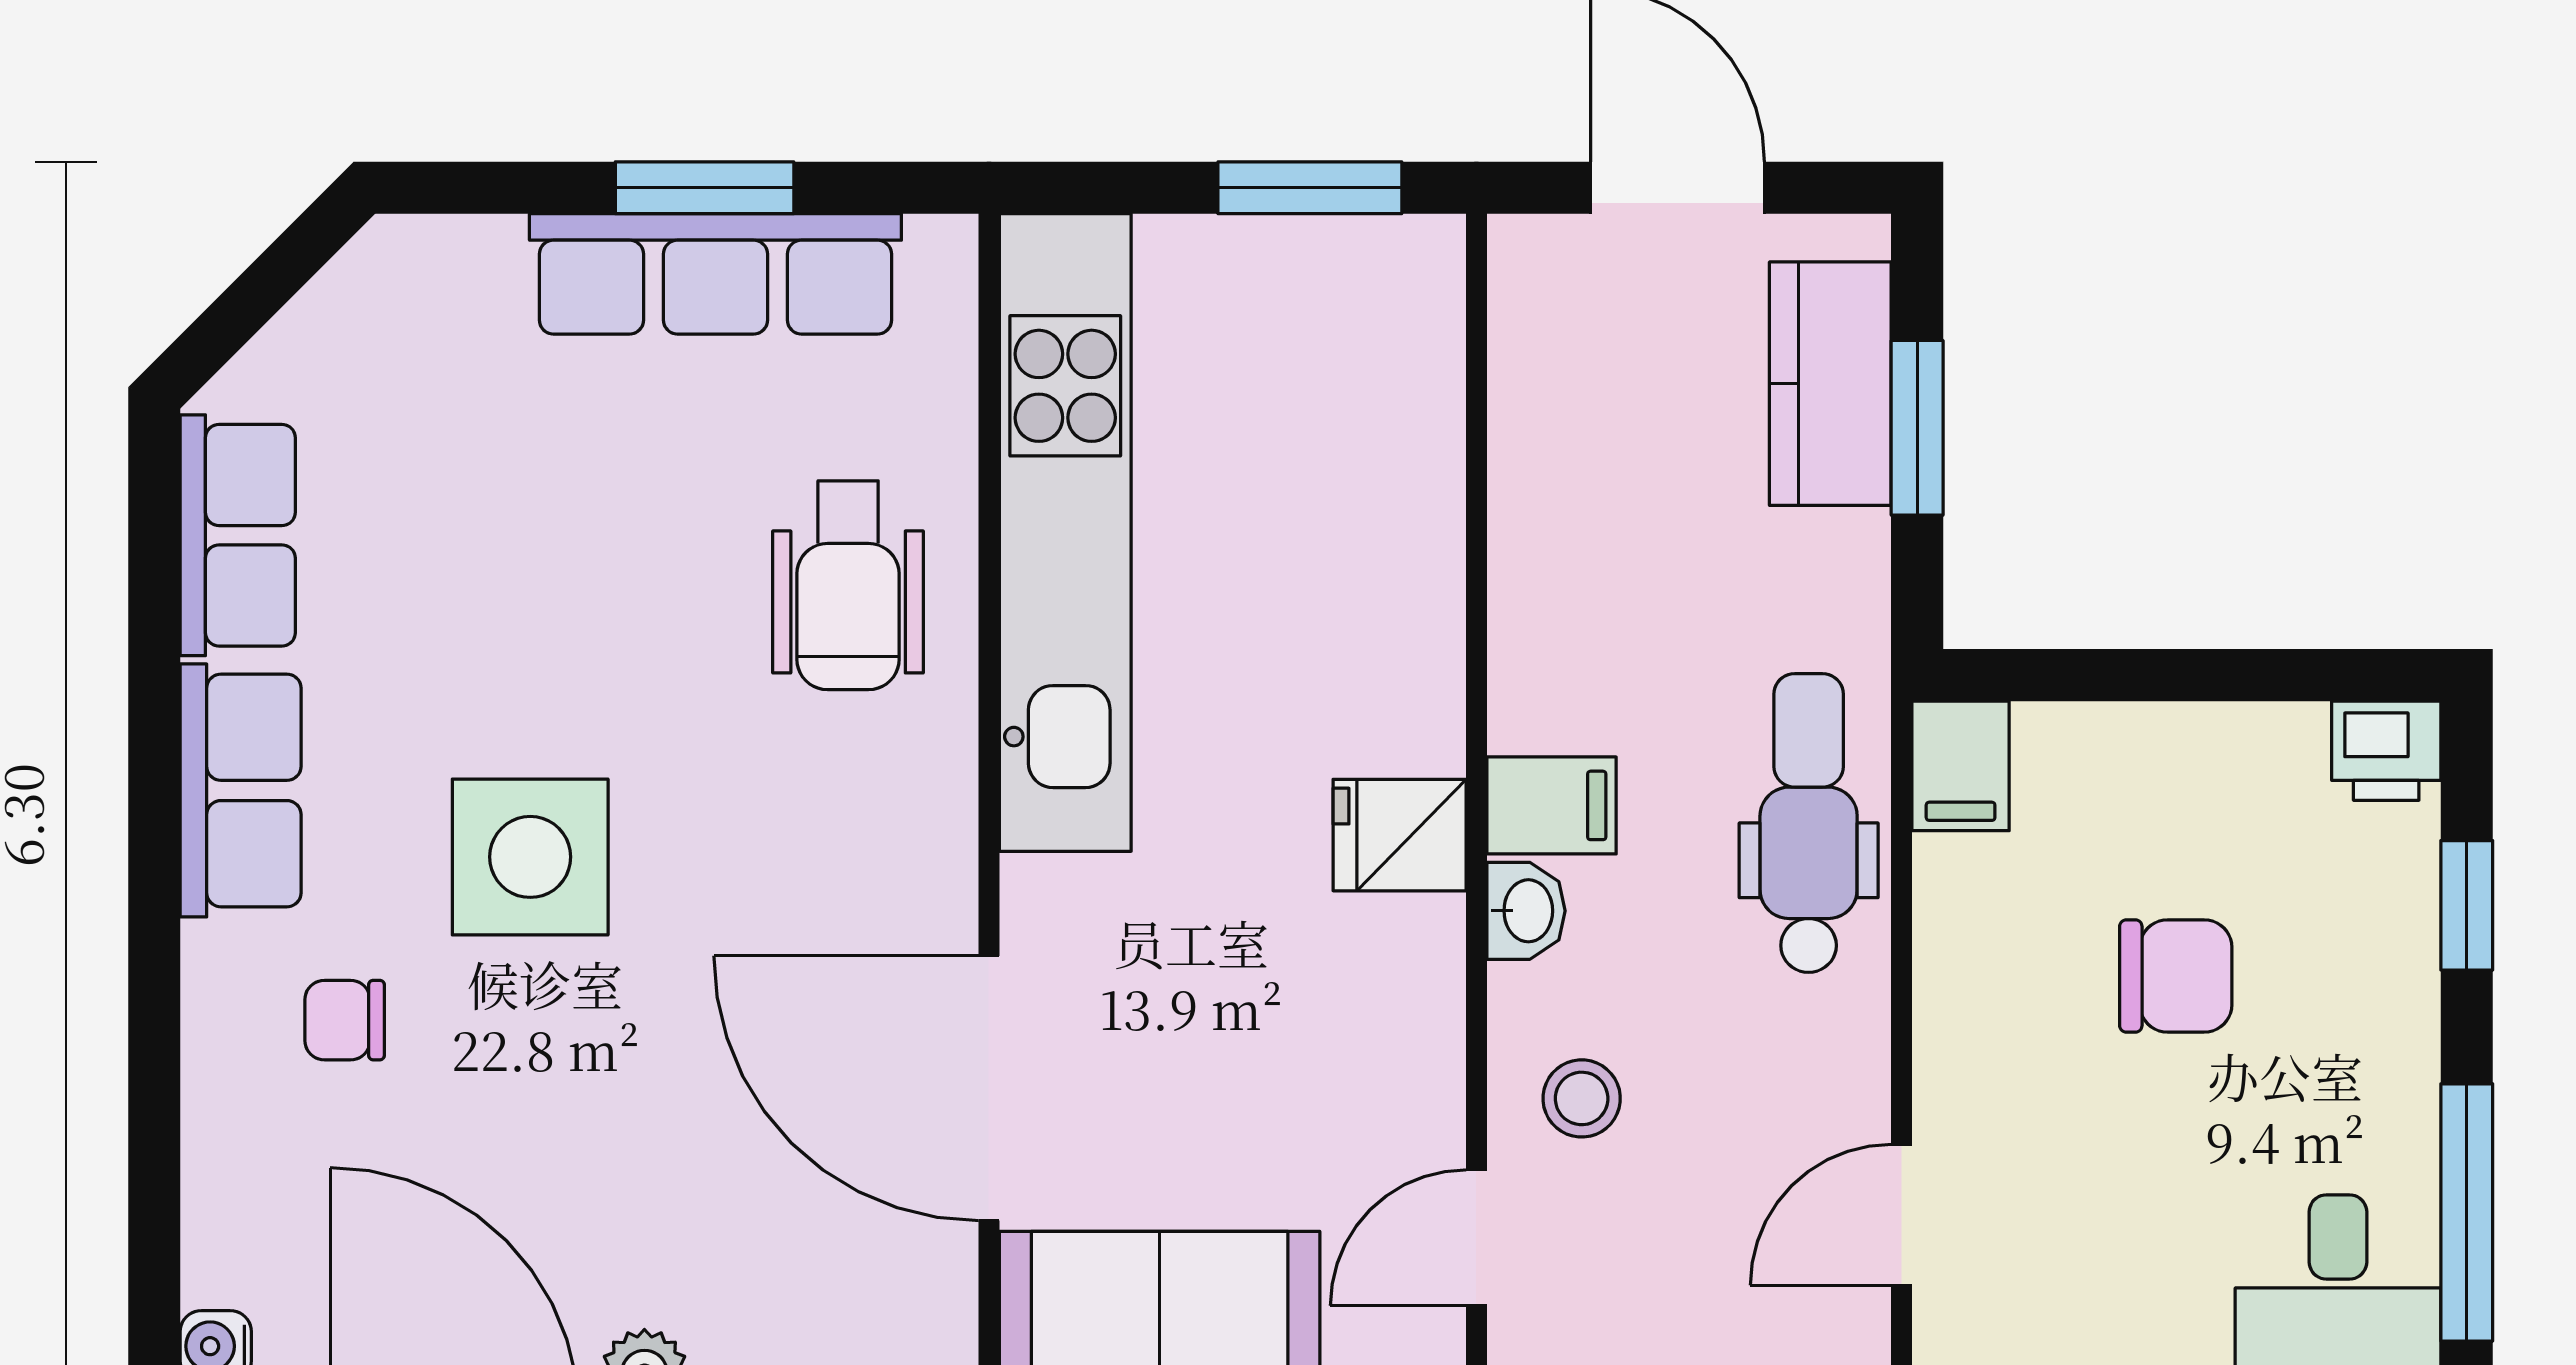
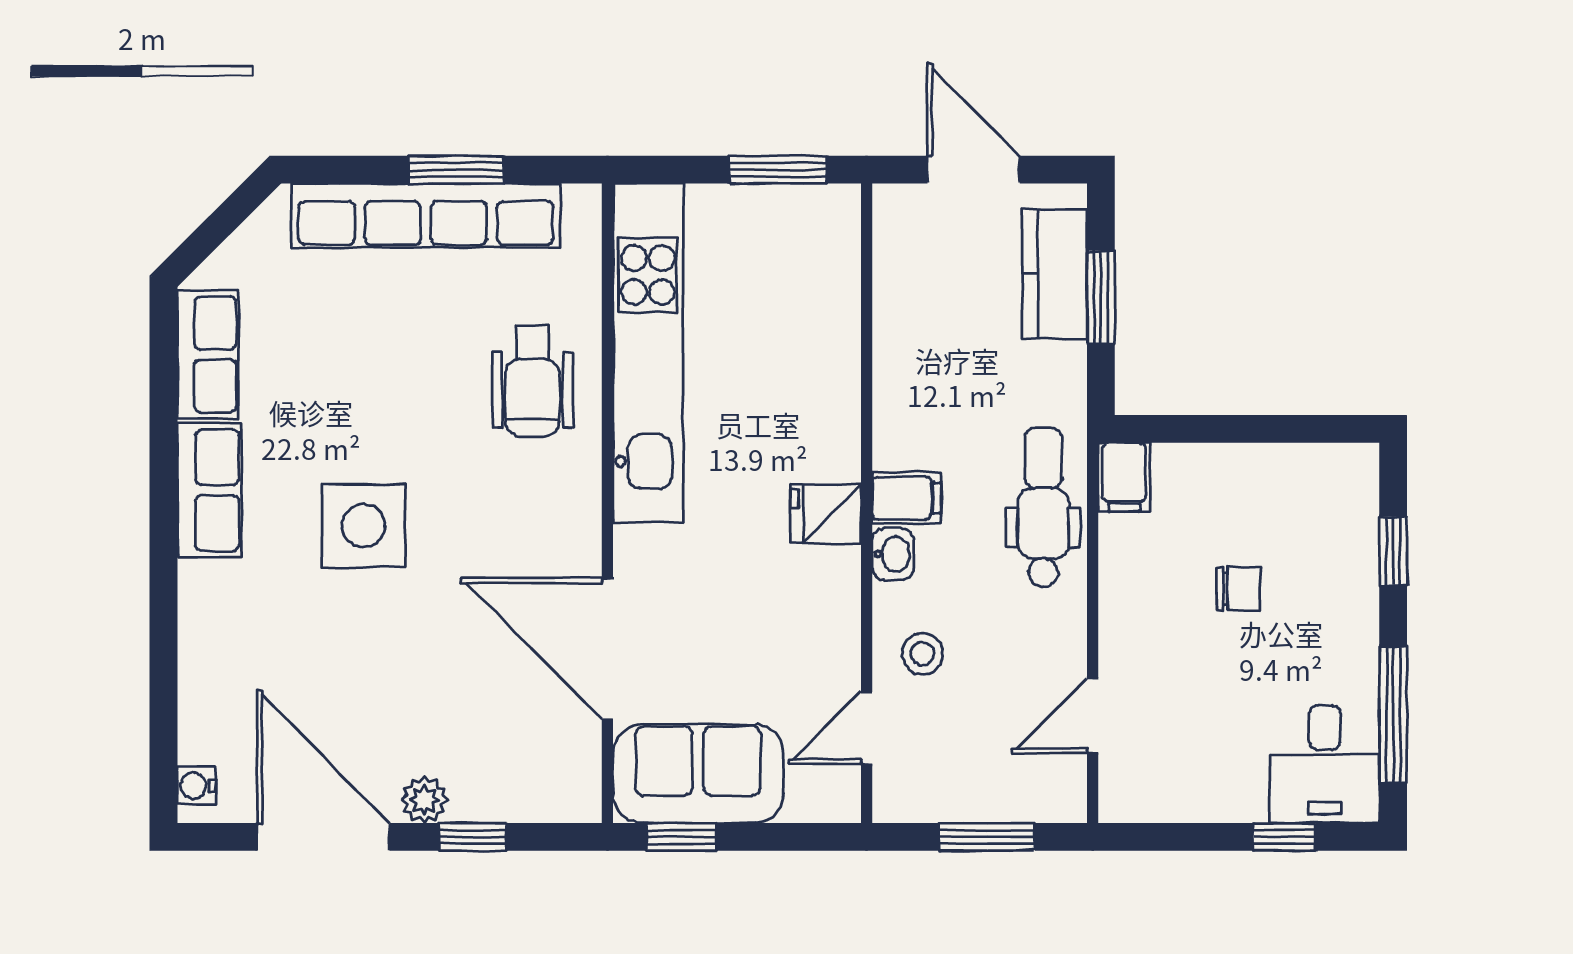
row of seats: (715, 274) -> (426, 215), width x1.36
printer: (2386, 751) -> (1350, 469), removed
chair: (2176, 976) -> (1238, 589), width x0.73, depth x0.73
chair: (345, 1020) -> (265, 612), removed

